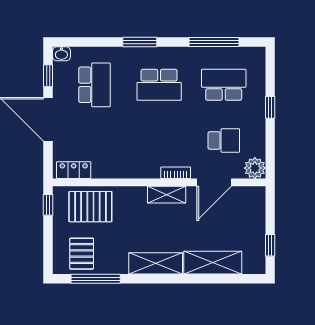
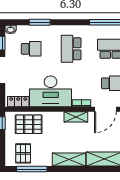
window: (140, 42) -> (40, 22), moved
school desk: (94, 85) -> (31, 49), width x0.54
school desk: (159, 85) -> (71, 49), turned 90
desk: (126, 154) -> (51, 91), added

